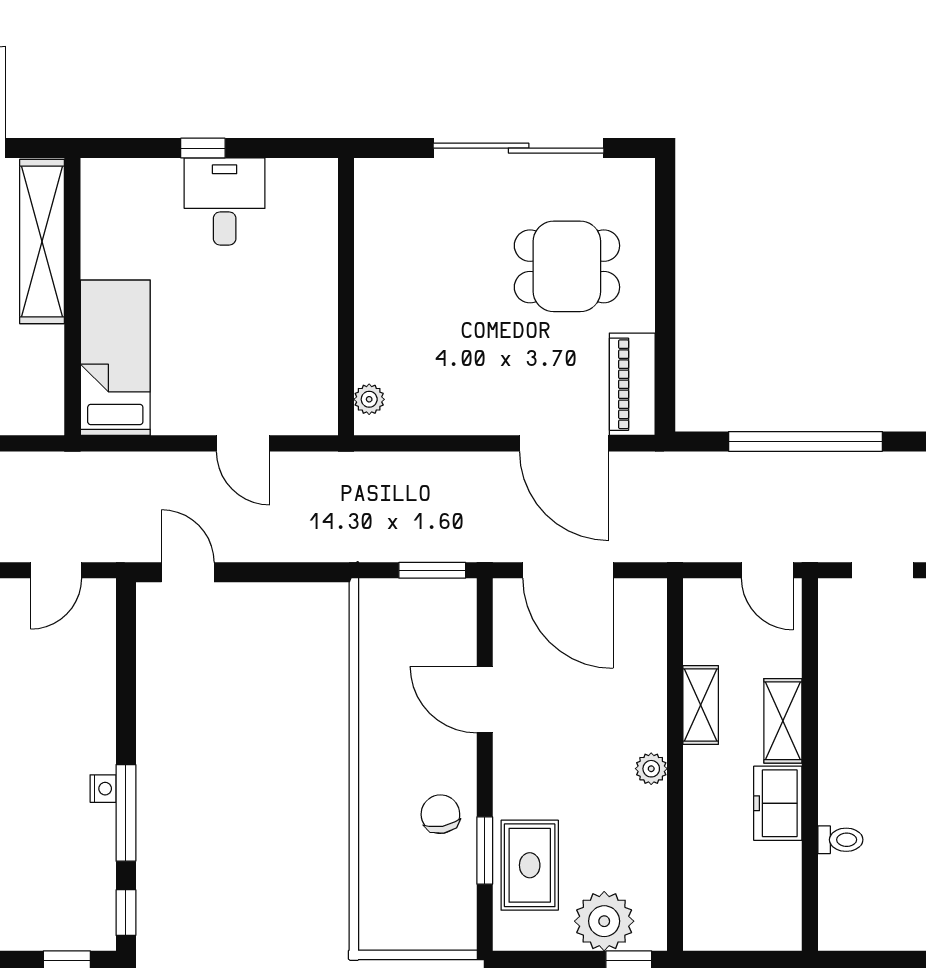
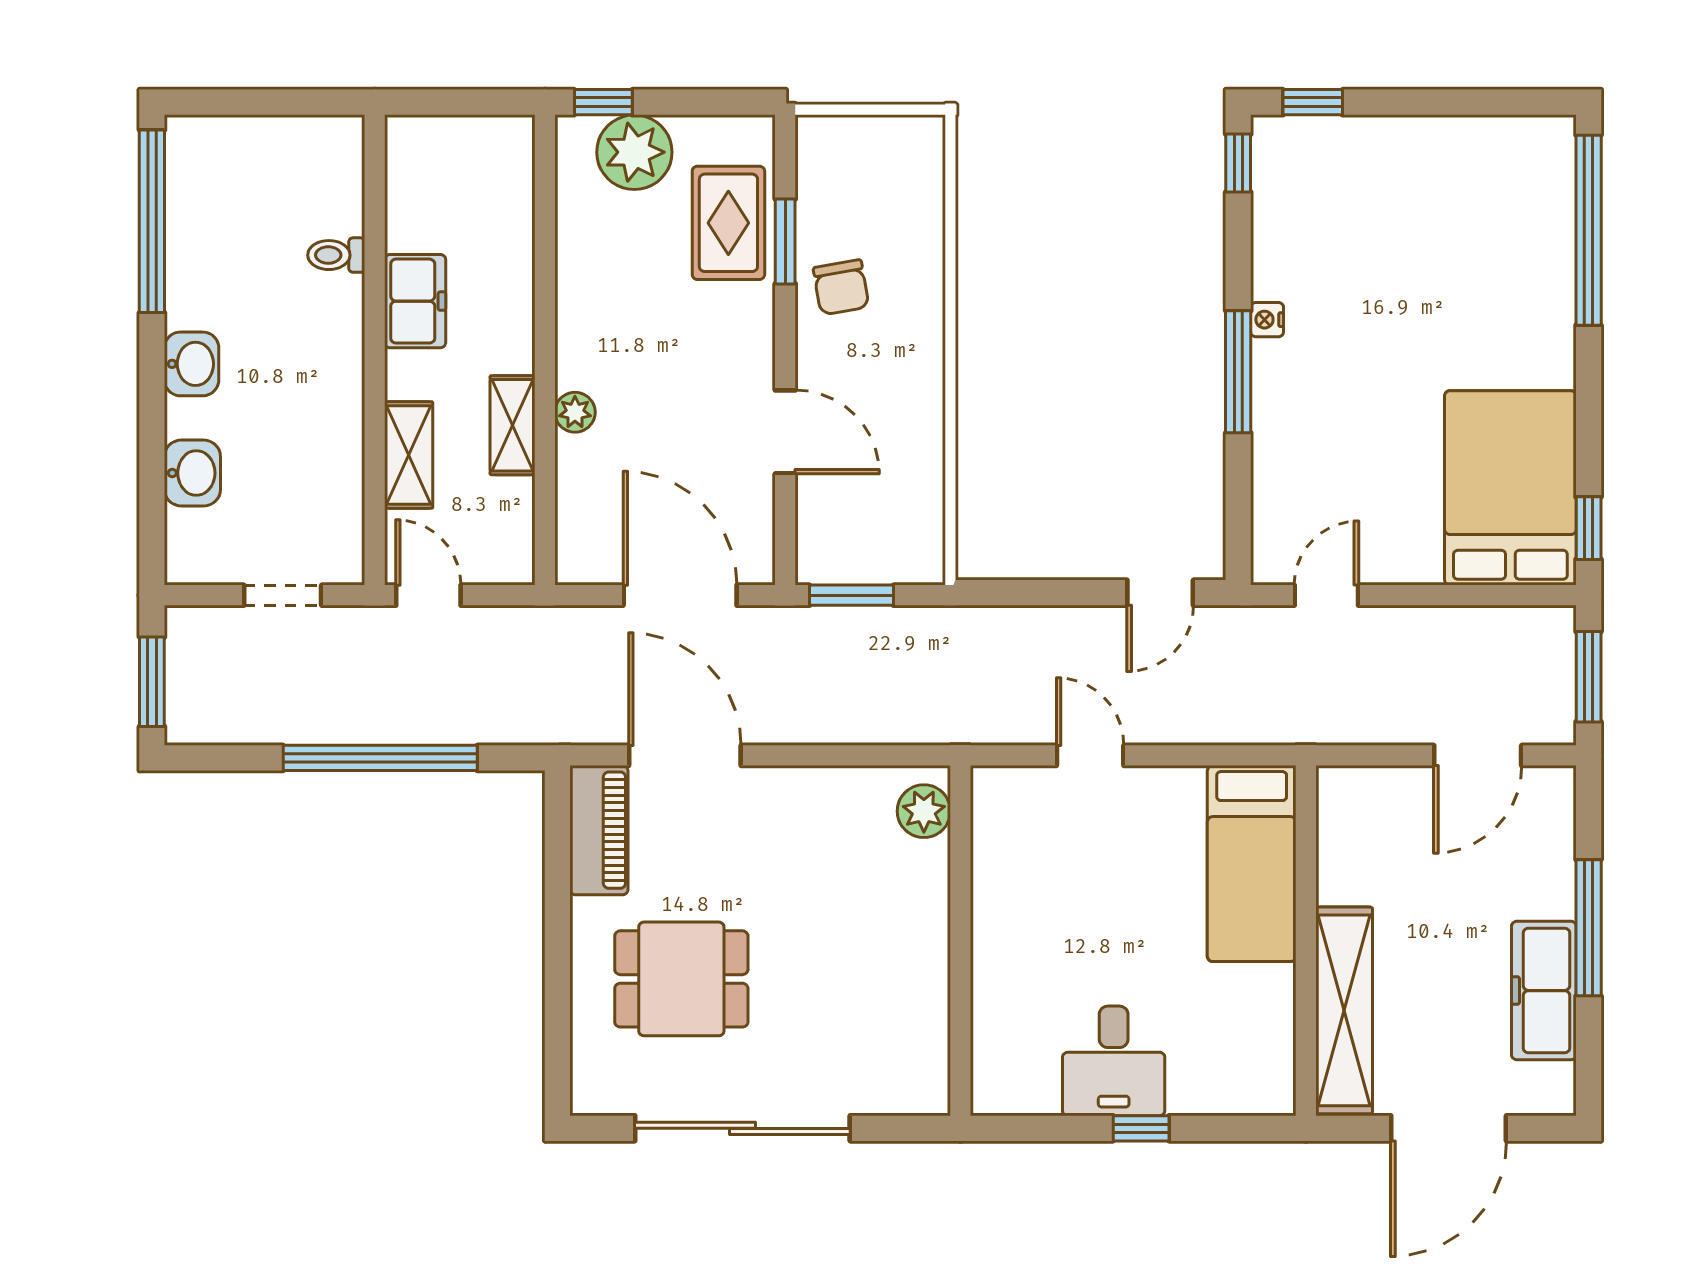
plant: (369, 399) -> (924, 811), width x1.38, depth x1.38
door: (188, 572) -> (1160, 593), hinge flipped
shelving: (783, 721) -> (409, 455), moved
plant: (651, 769) -> (575, 412), moved
window: (126, 813) -> (1238, 372), moved

